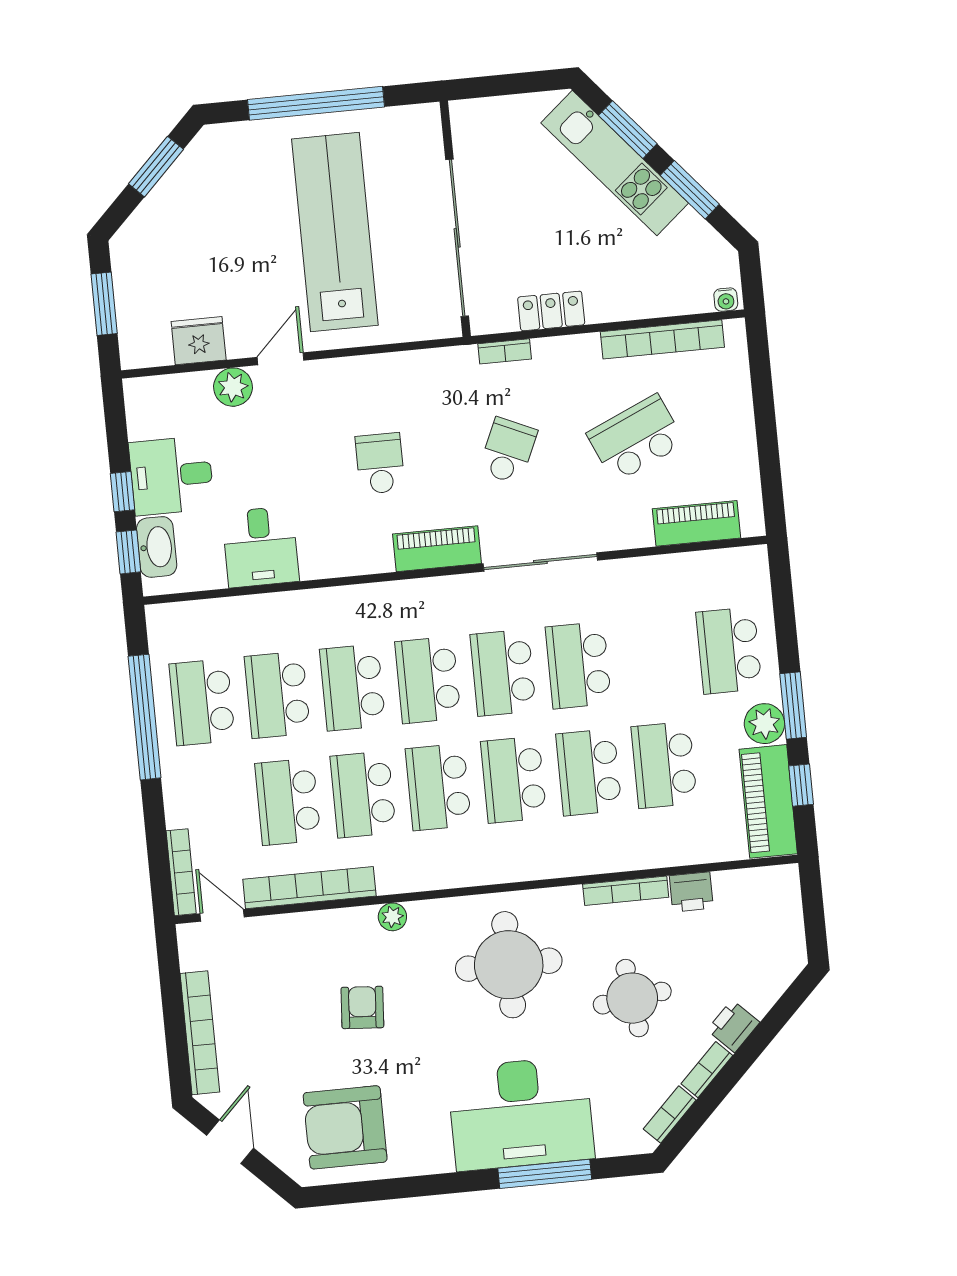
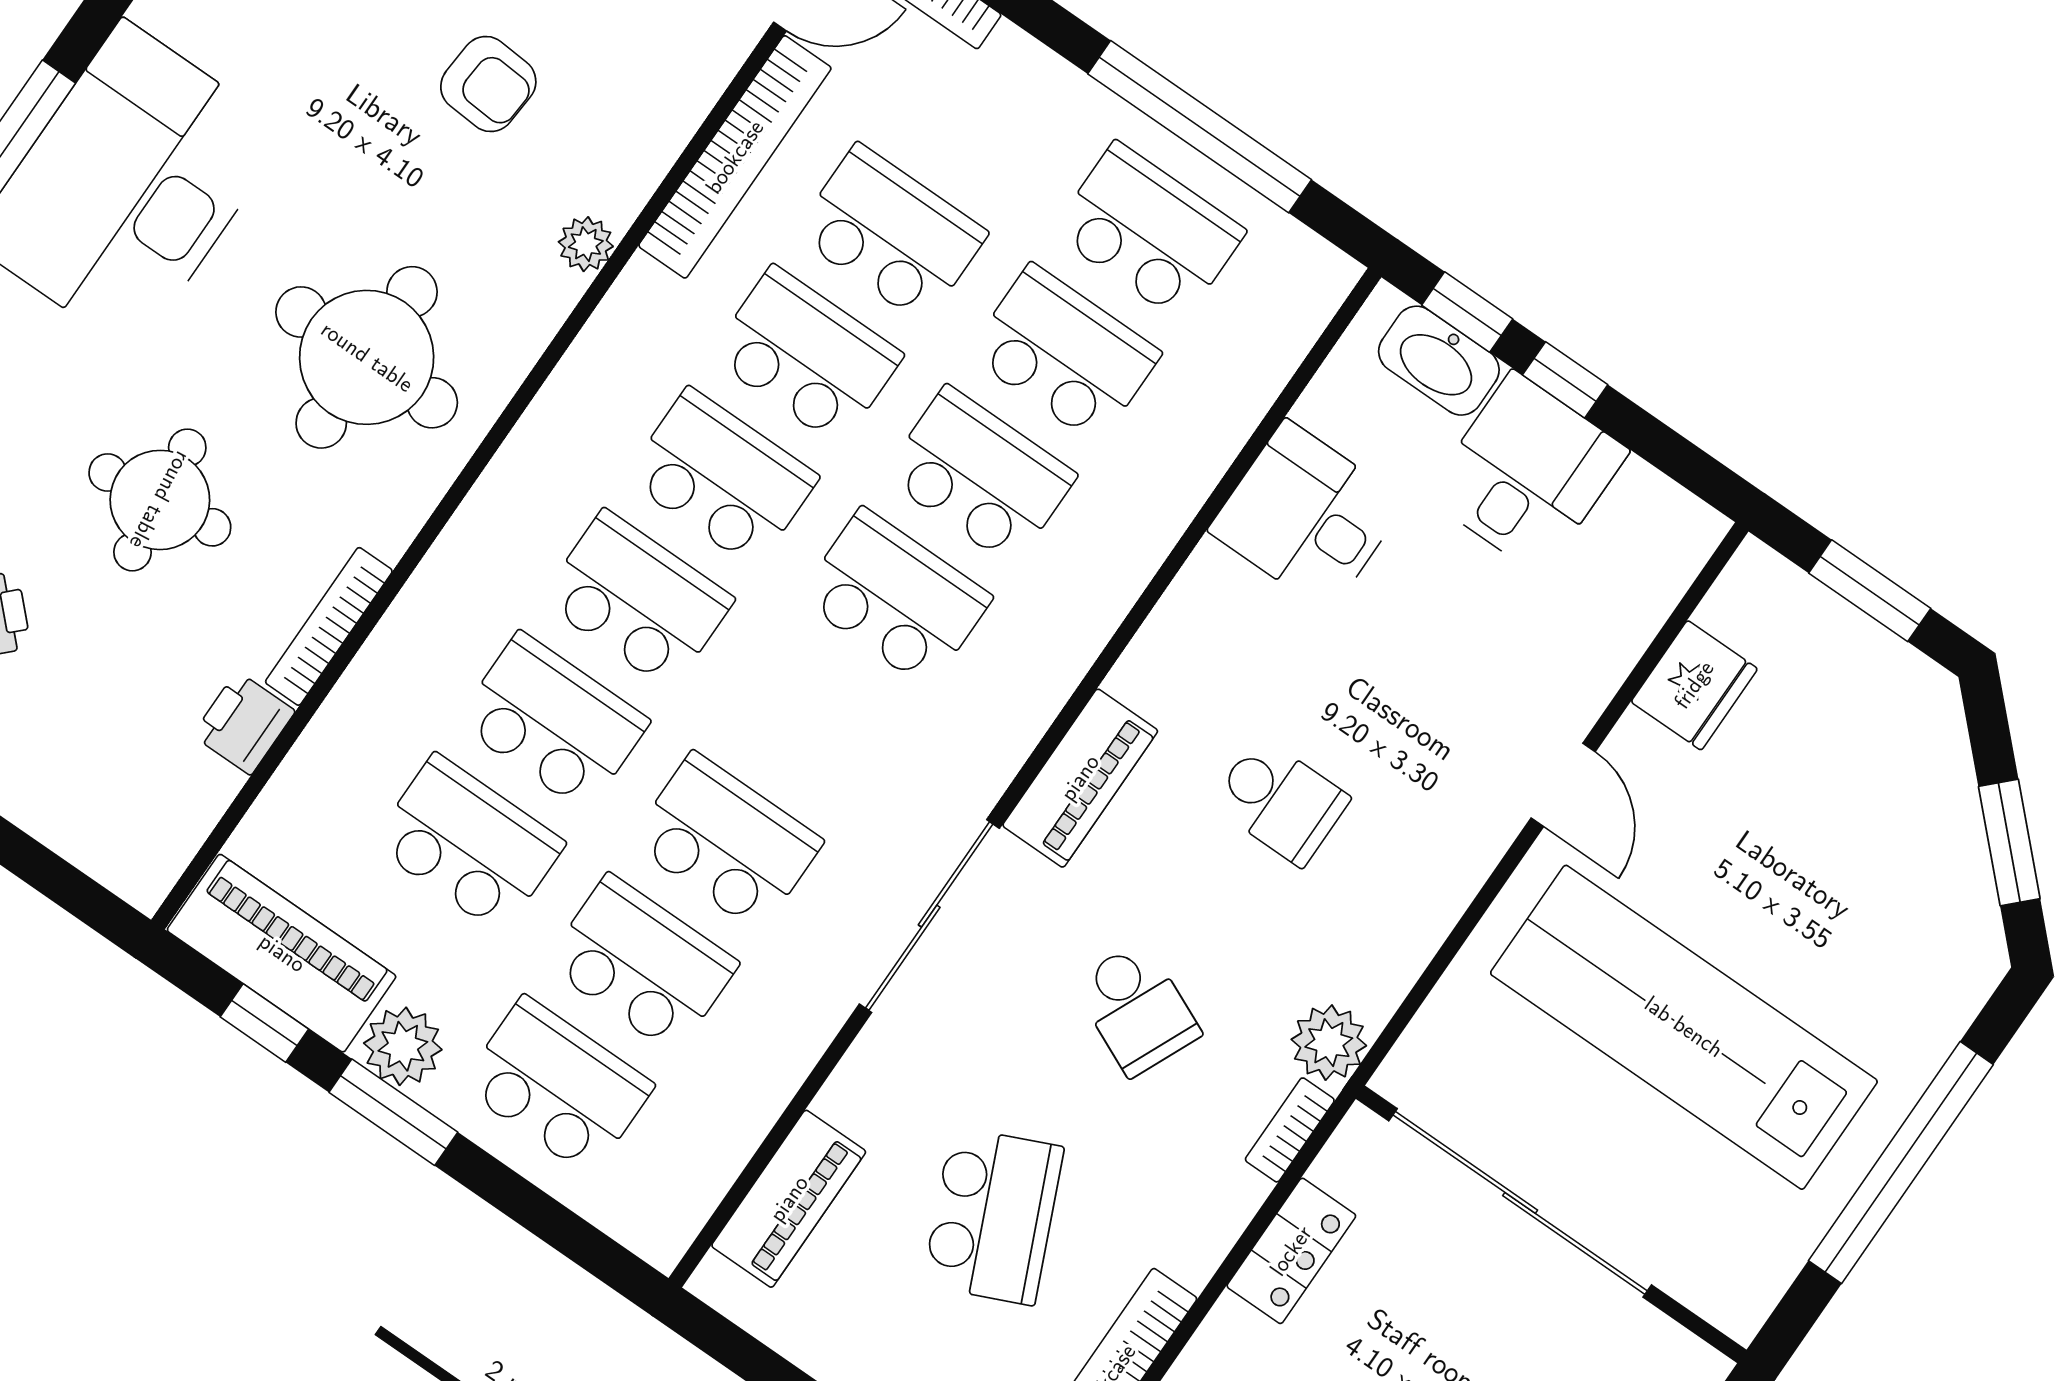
lab bench: (335, 232) -> (1684, 1027), turned 180
plant: (233, 387) -> (1329, 1043), moved
school desk: (503, 673) -> (642, 964), moved

